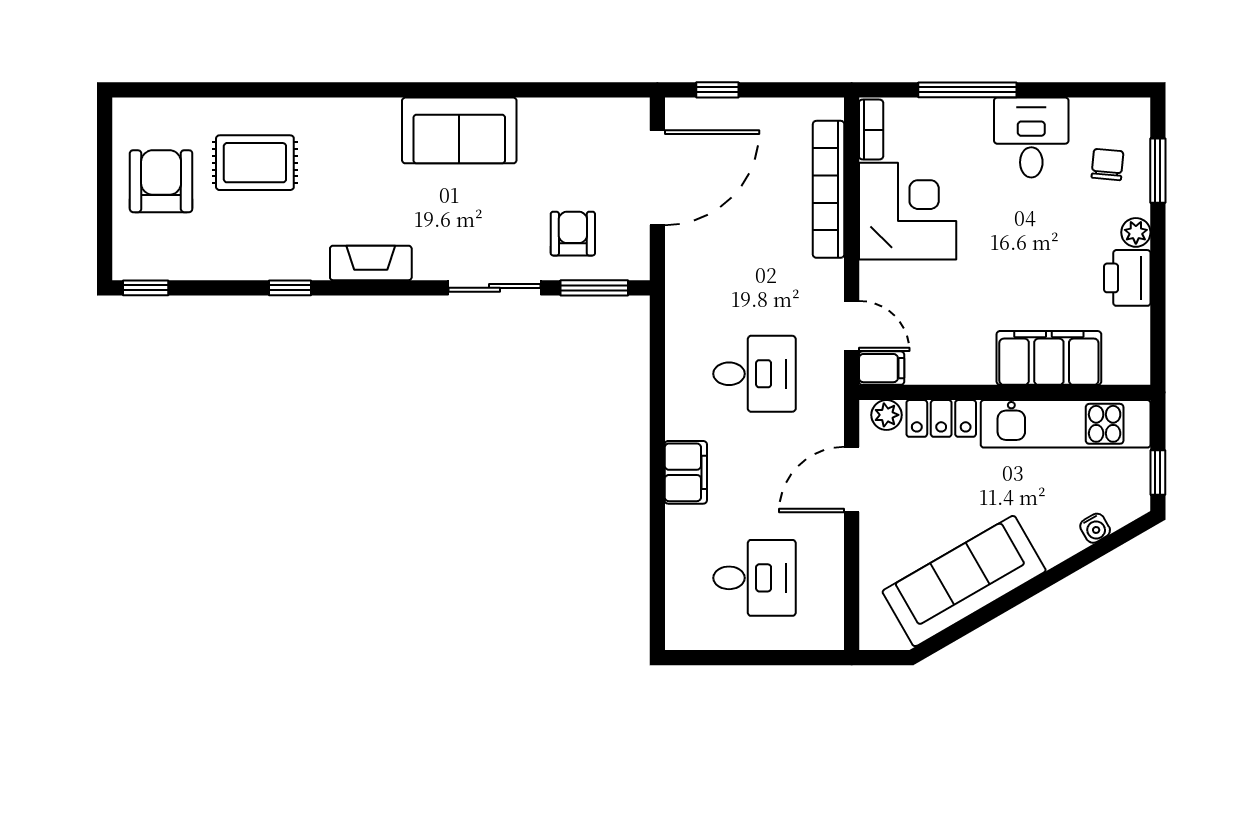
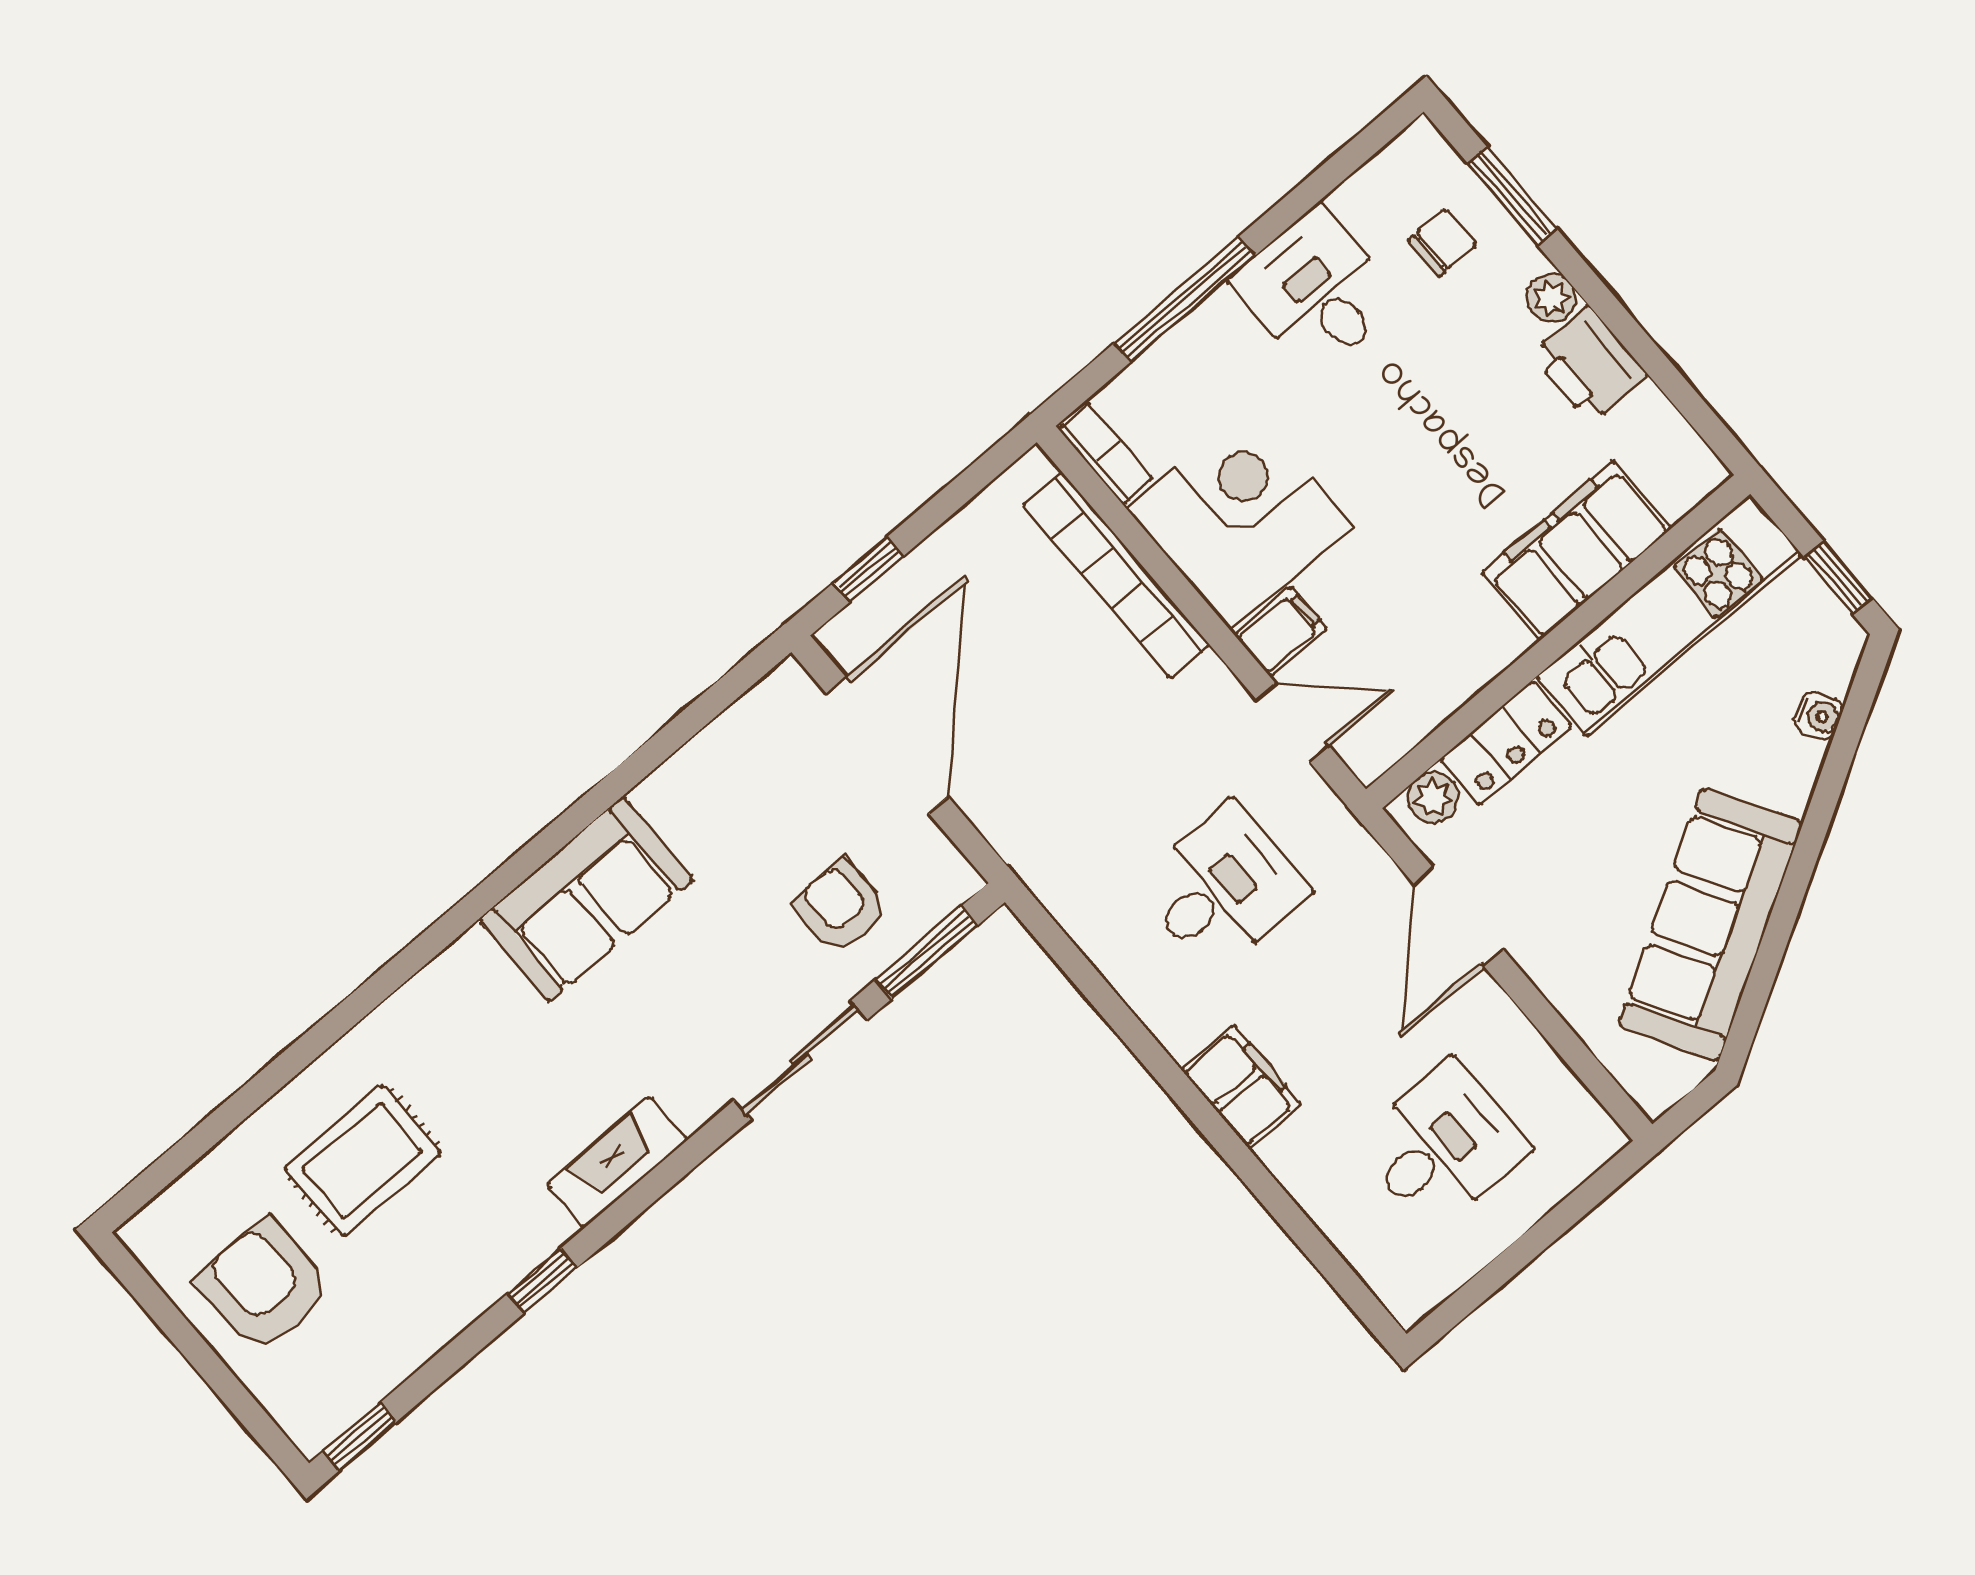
chair: (1107, 165) -> (1442, 243), turned 85
filing cabinet: (882, 368) -> (1281, 632), moved

